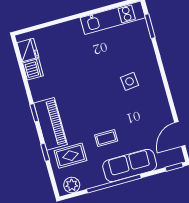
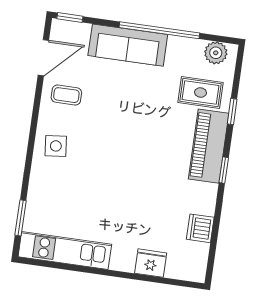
fridge: (28, 50) -> (151, 263), moved, turned 90
side table: (130, 81) -> (56, 146), moved
coffee table: (106, 138) -> (66, 95), moved

